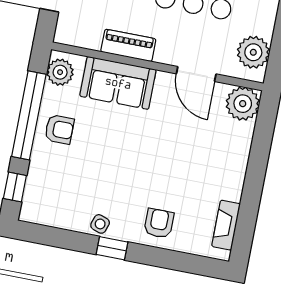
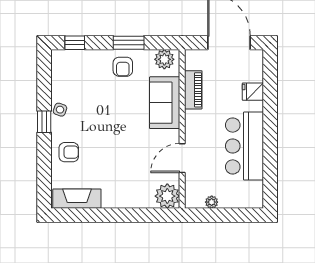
piano: (128, 45) -> (193, 90), moved
plant: (253, 52) -> (212, 202), width x0.53, depth x0.53
window: (29, 115) -> (129, 43), width x0.47
fireplace: (226, 225) -> (77, 199), width x1.37, depth x1.32

